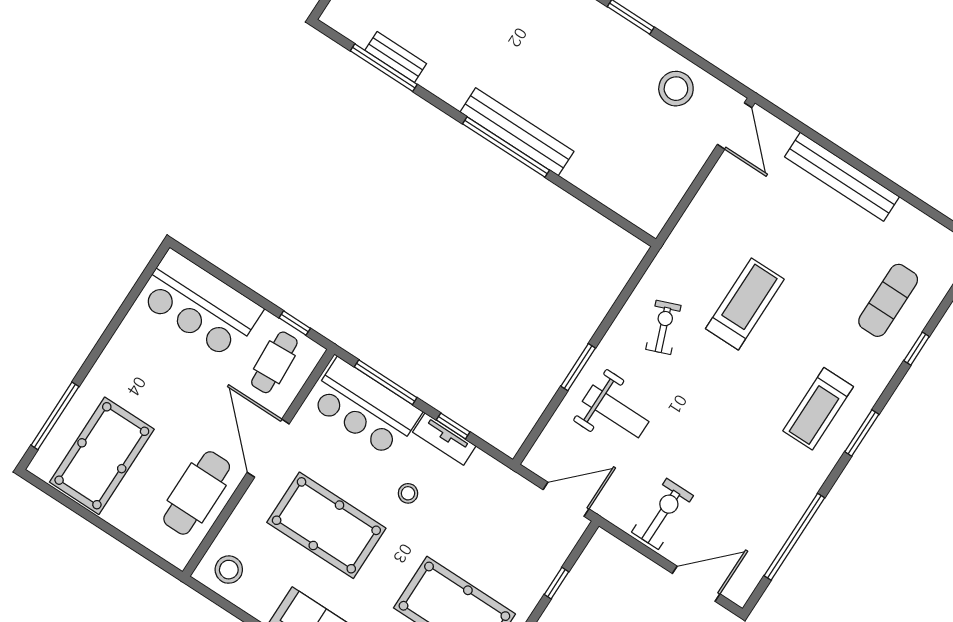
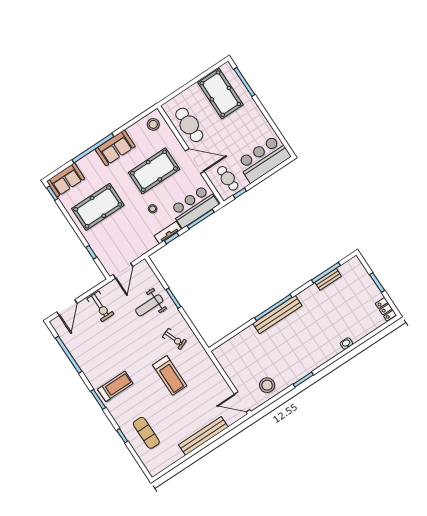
treadmill: (818, 409) -> (115, 386), turned 90

